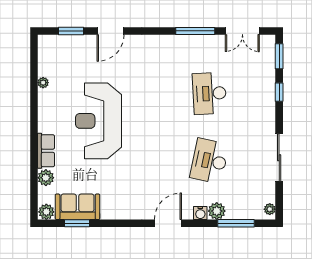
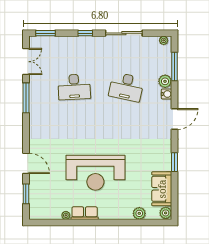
window: (279, 92) -> (85, 33), moved
row of seats: (46, 151) -> (85, 213), moved
window: (77, 223) -> (175, 162), moved
door: (168, 223) -> (175, 119), swing flipped

